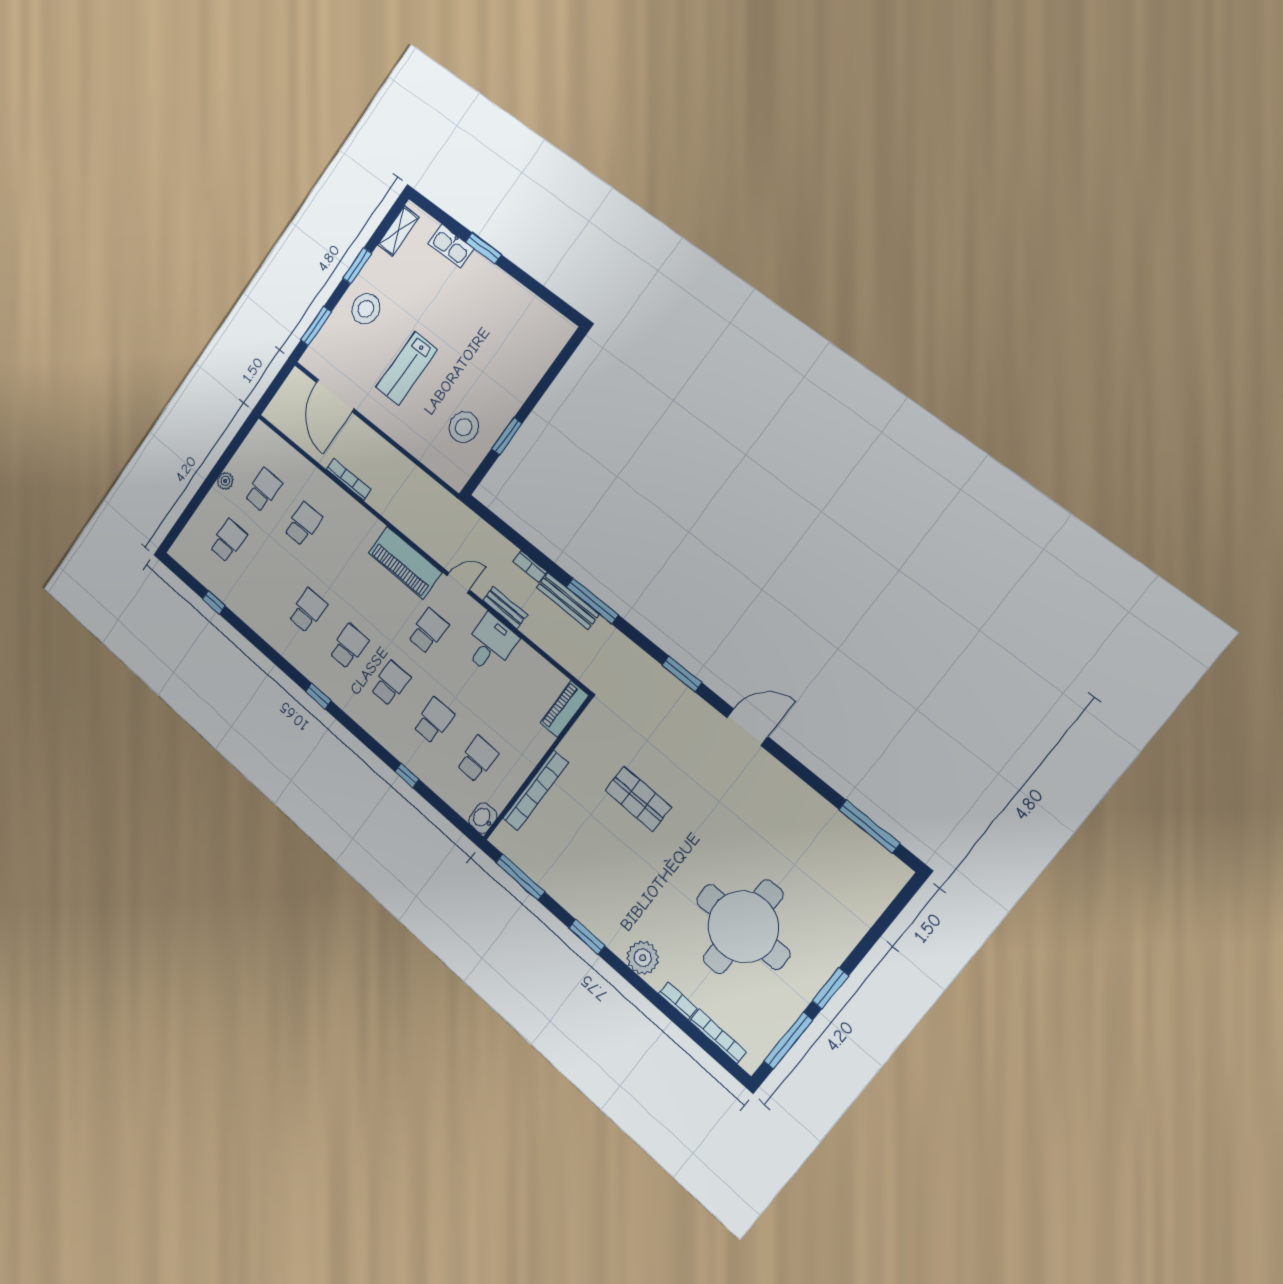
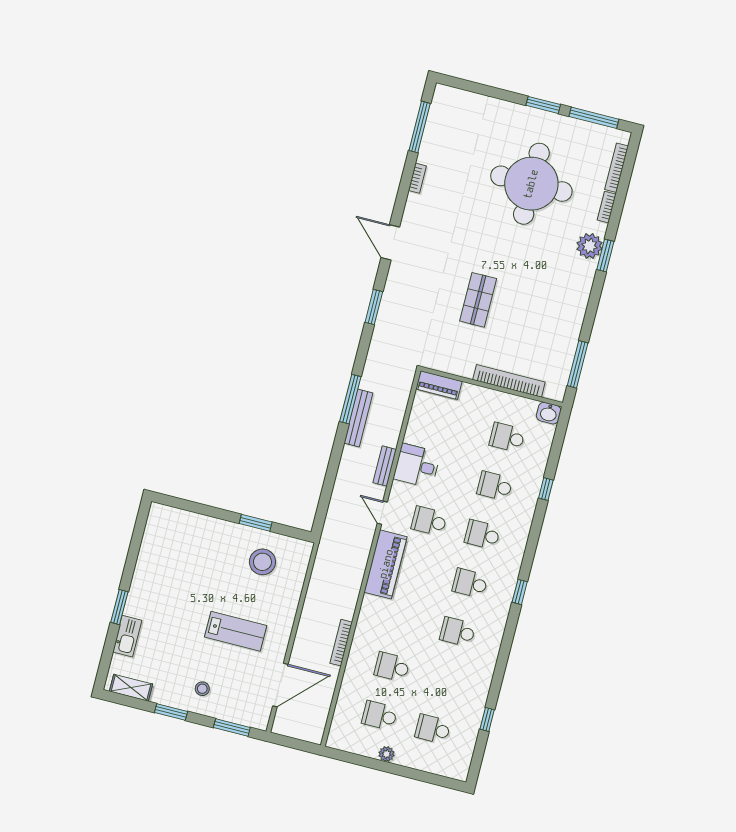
stool: (366, 309) -> (202, 689), width x0.53, depth x0.53
bookcase: (530, 566) -> (417, 178), moved
window: (587, 937) -> (605, 256), moved

